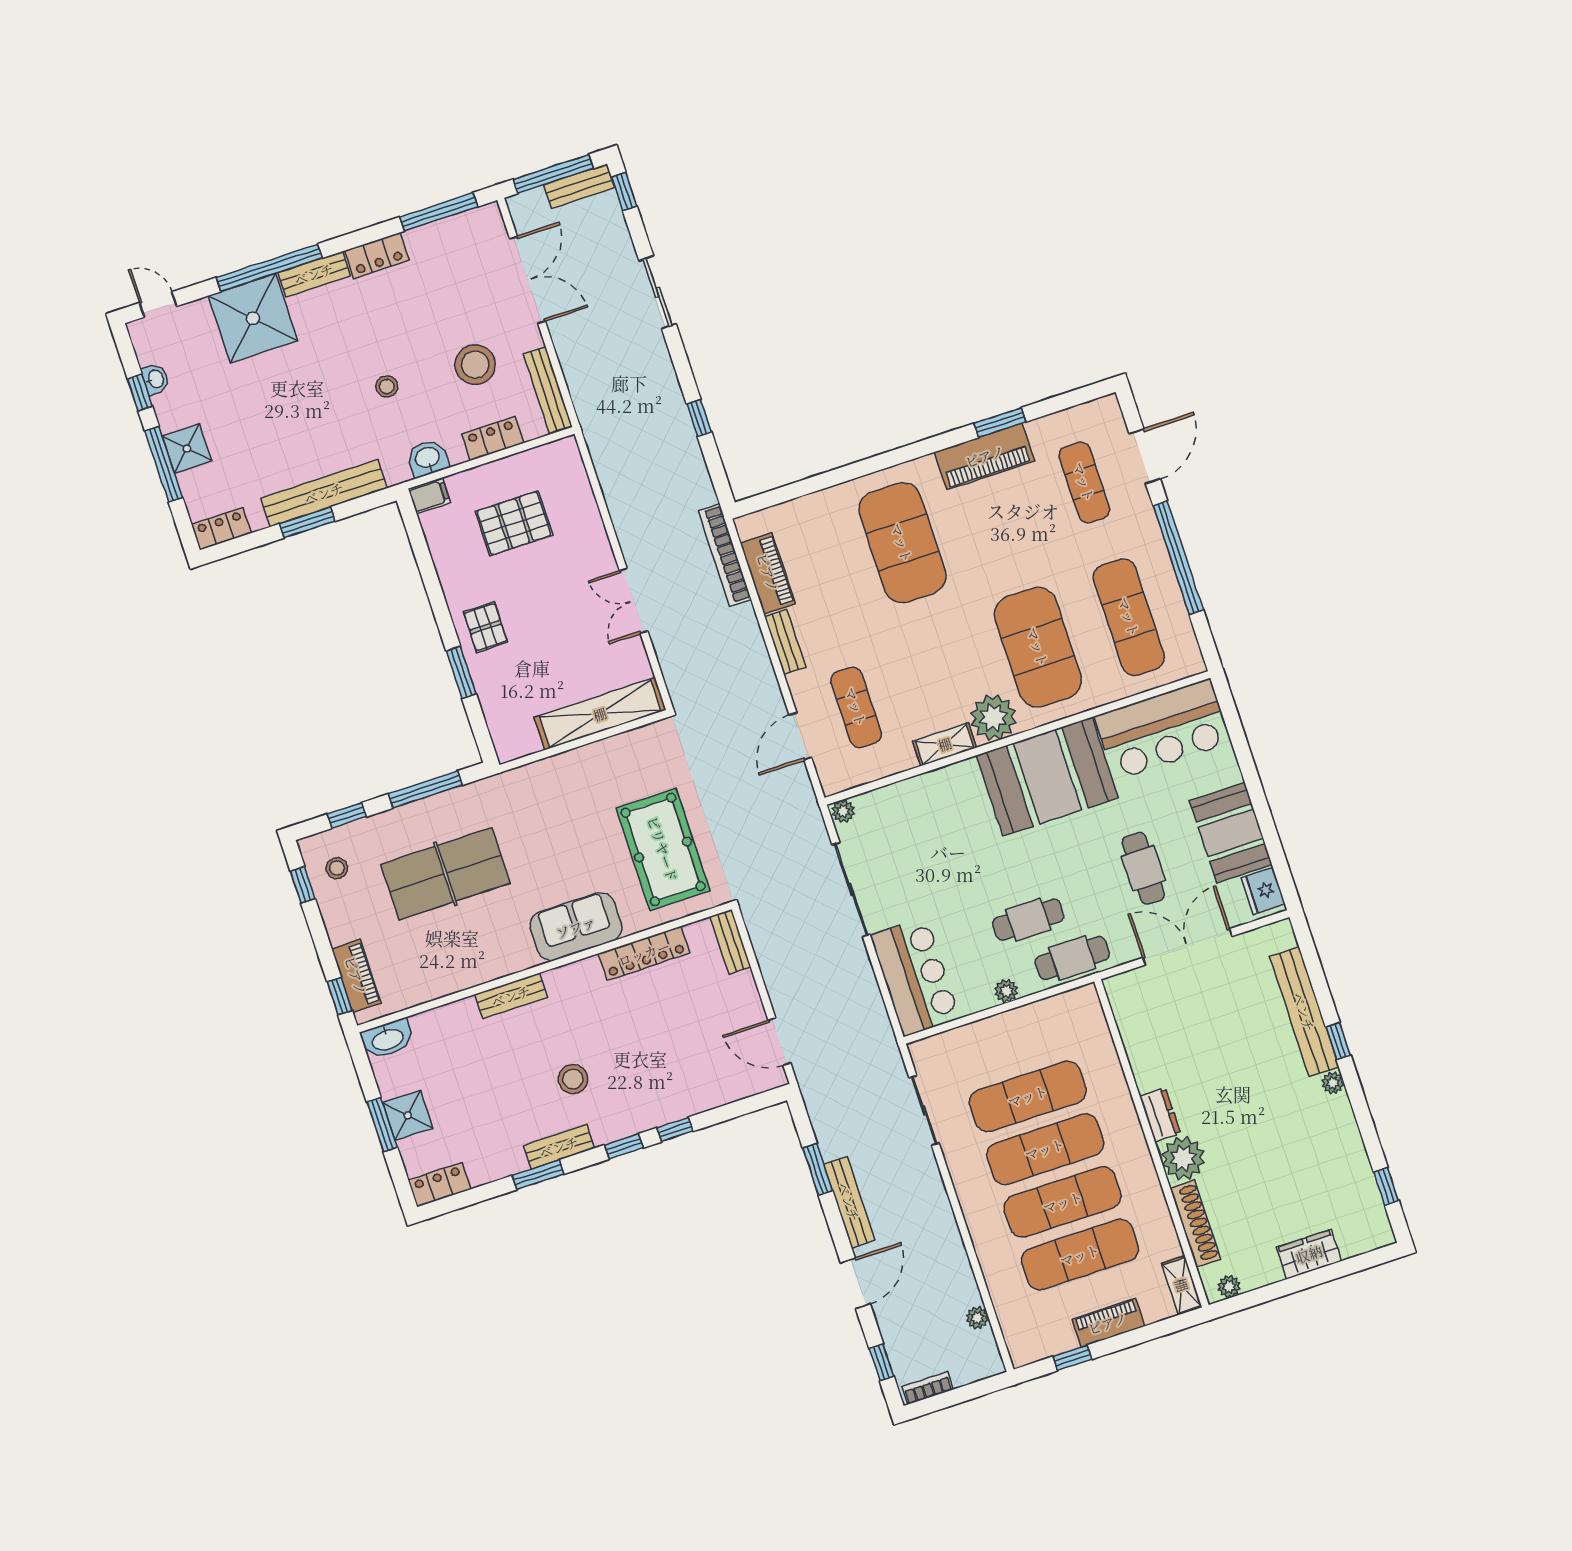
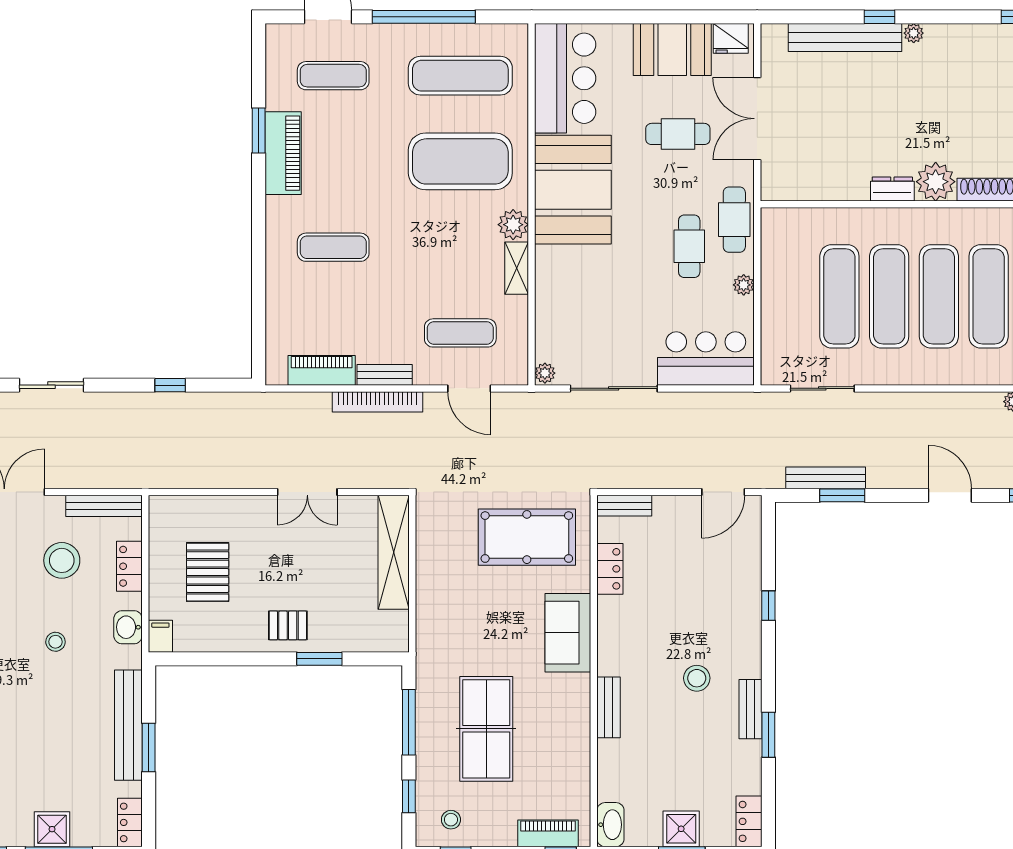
exercise mat: (902, 543) -> (333, 247), width x0.50, depth x0.69
bookcase: (725, 555) -> (378, 402), moved
plant: (993, 718) -> (513, 225), width x0.73, depth x0.73
locker: (644, 953) -> (610, 569), width x0.66
window: (624, 1146) -> (768, 654), removed
bench: (849, 1202) -> (826, 478), moved

